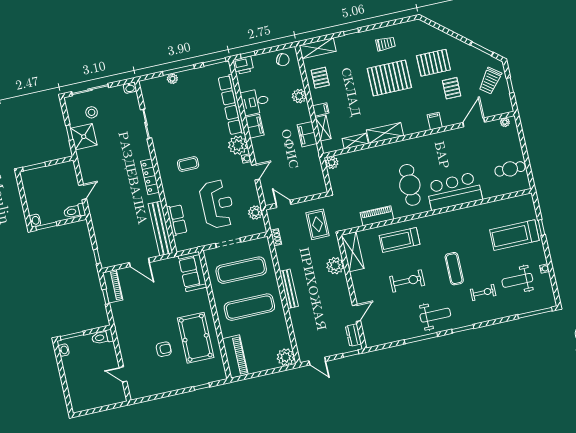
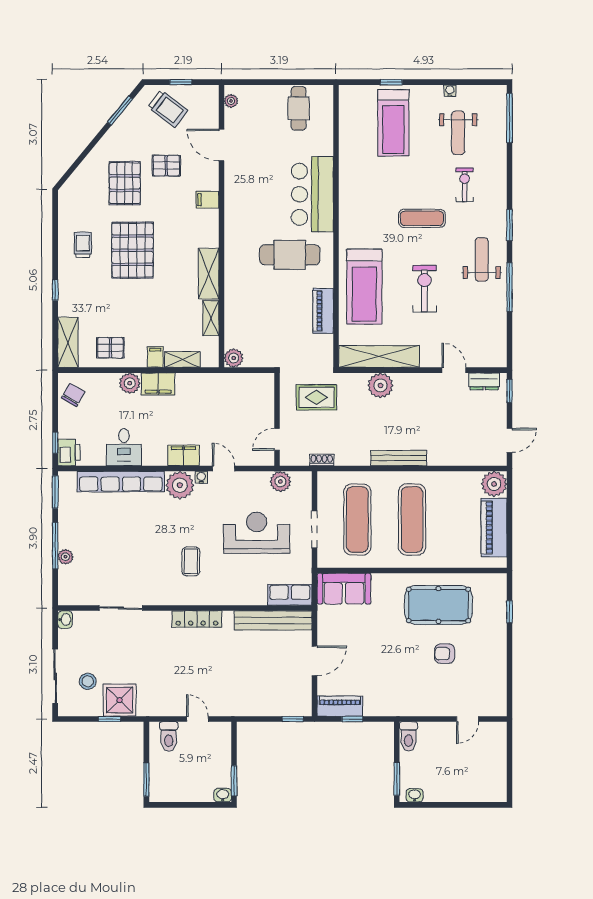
filing cabinet: (255, 126) -> (183, 455), moved
filing cabinet: (307, 134) -> (158, 384), moved
toilet: (74, 211) -> (169, 737), moved
row of seats: (177, 220) -> (290, 595), moved
treadmill: (399, 240) -> (364, 287), width x1.37, depth x1.38
shelving: (353, 252) -> (379, 356), width x1.47
armchair: (164, 349) -> (445, 654), turned -90
piano: (235, 357) -> (494, 528), moved, turned -90

